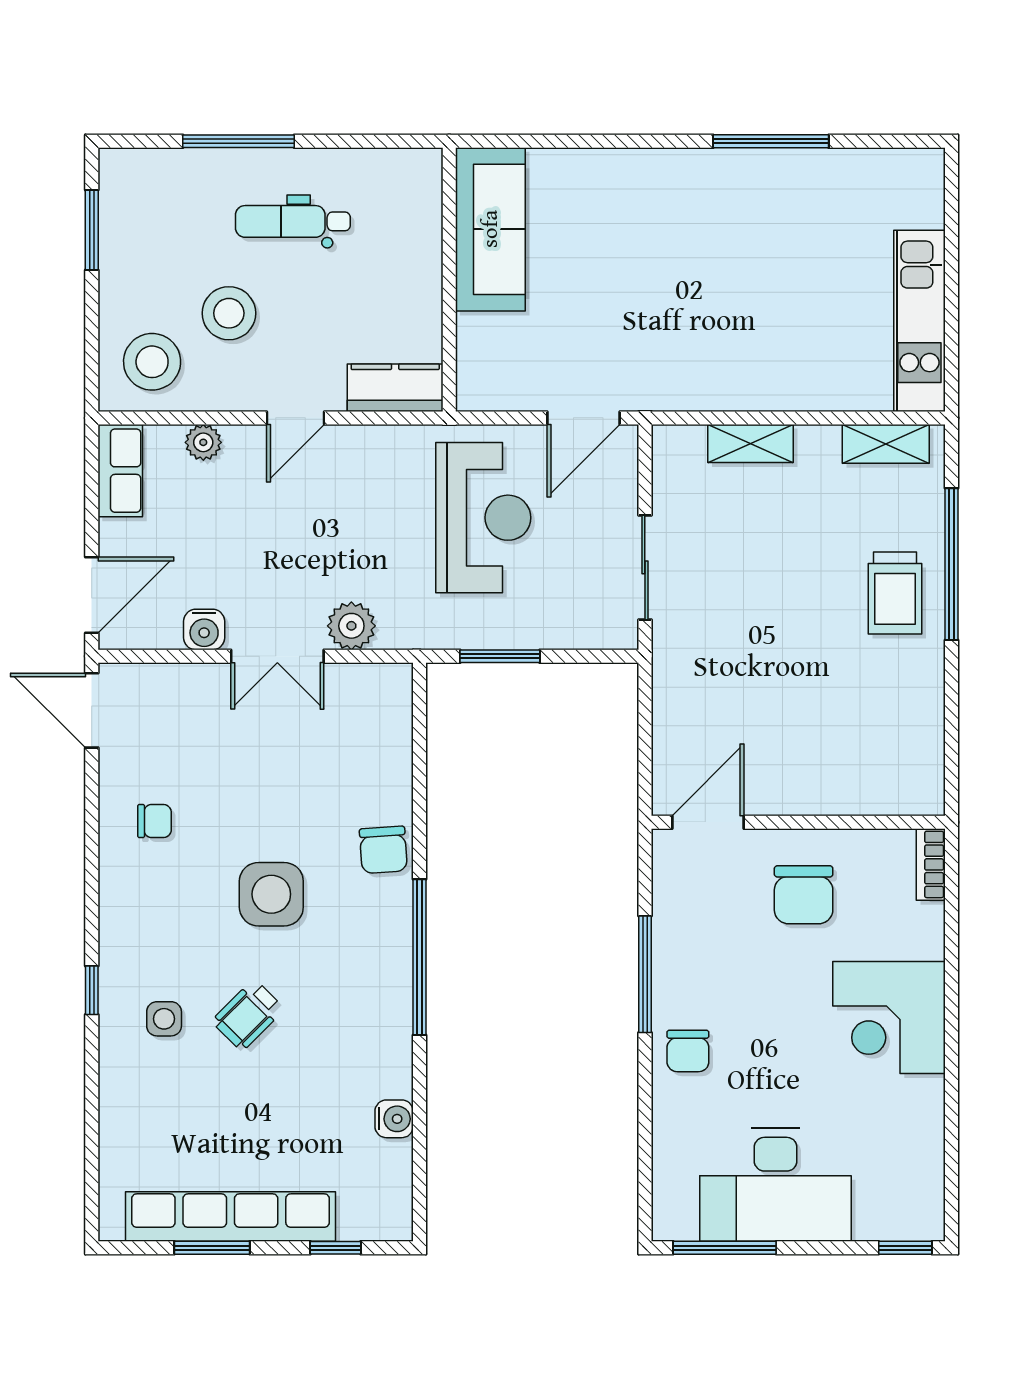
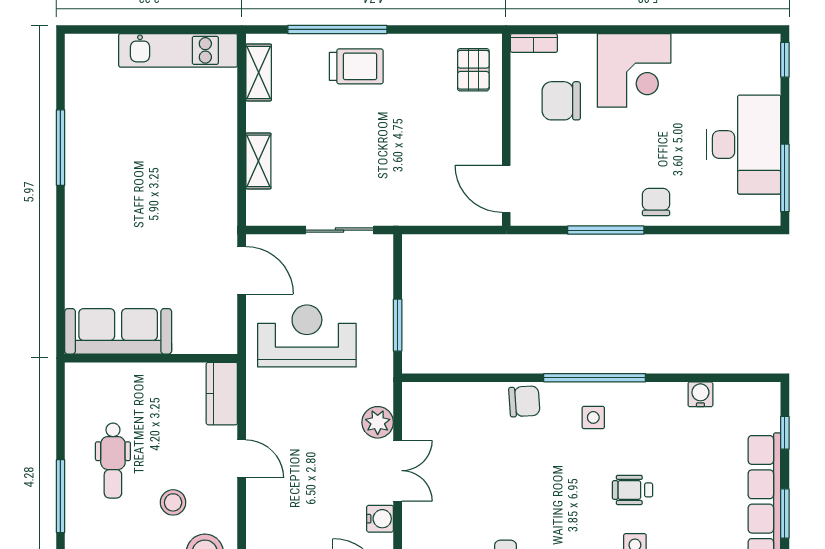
stool: (229, 313) -> (173, 502), width x0.73, depth x0.73
plant: (203, 442) -> (258, 519), removed
pallet: (890, 772) -> (473, 70), added
side table: (271, 894) -> (593, 417), moved, width x0.54, depth x0.54
chair: (804, 895) -> (561, 101), moved, turned 180
wheelchair: (248, 1015) -> (633, 490), turned 135
chair: (688, 1051) -> (656, 202), turned -90

